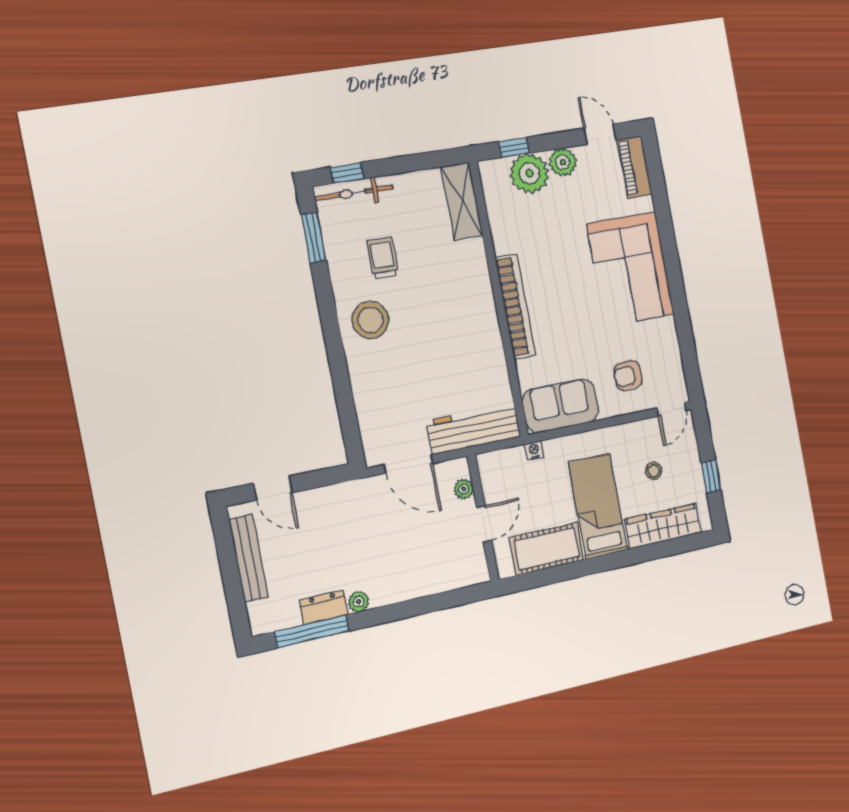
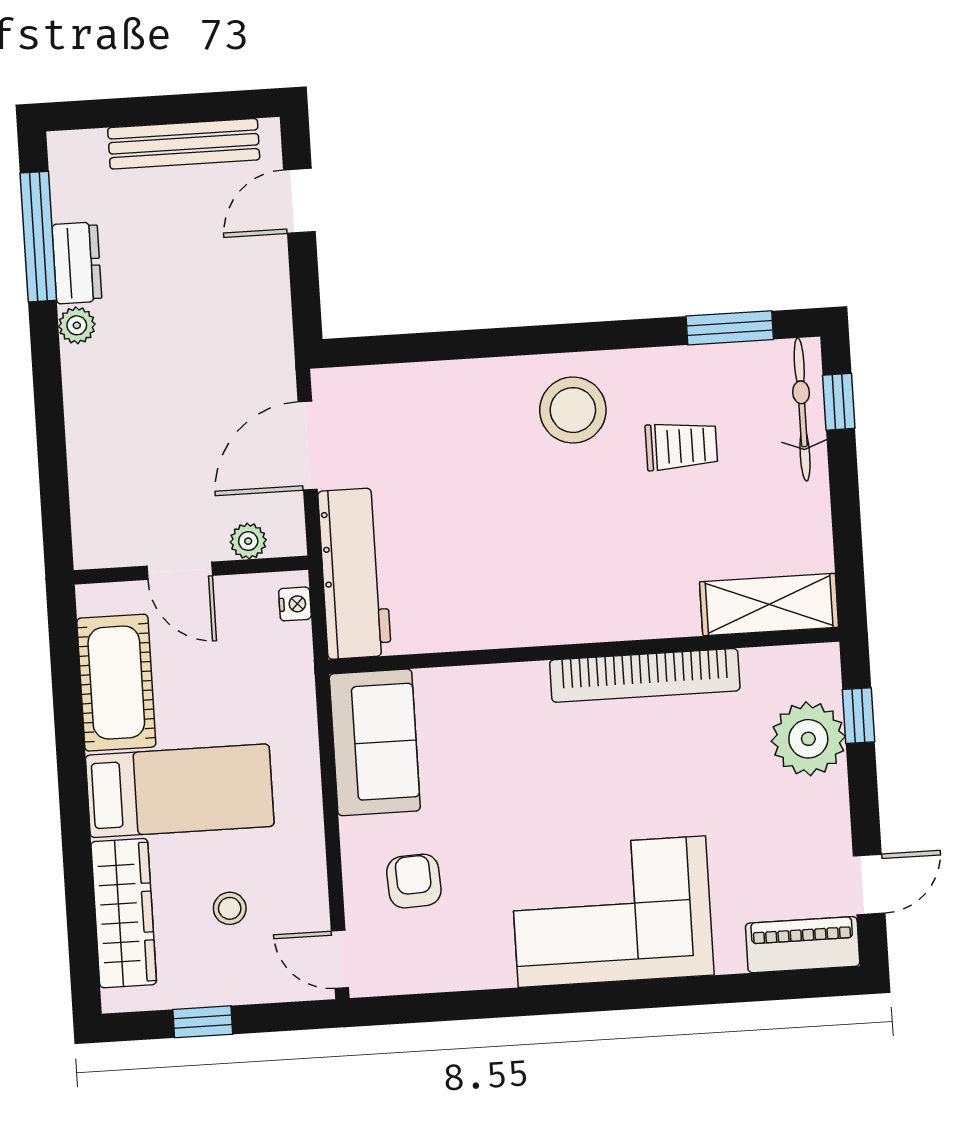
plant: (563, 162) -> (823, 805), removed
bookcase: (515, 306) -> (645, 675), moved
nightstand: (534, 450) -> (295, 604), moved

